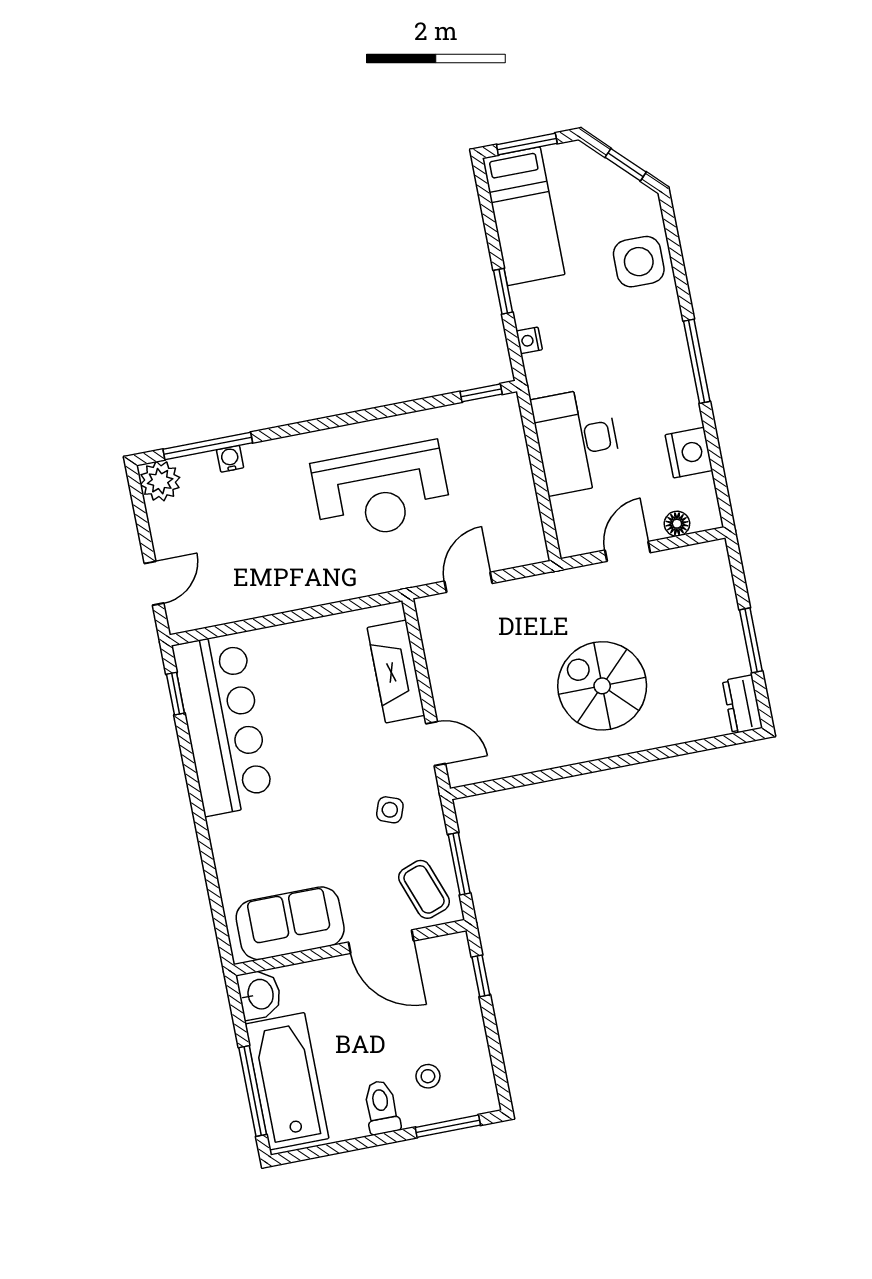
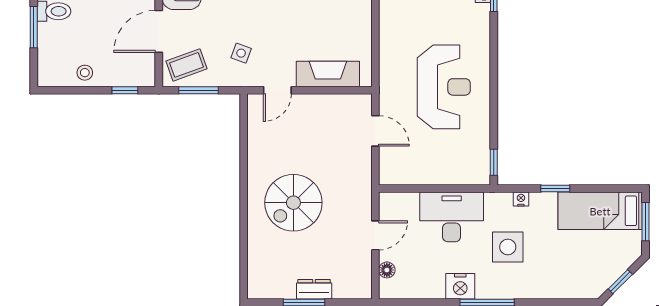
side table: (639, 262) -> (508, 247), moved
nightstand: (689, 453) -> (460, 286), moved
reception desk: (381, 491) -> (444, 87), turned 180
door: (628, 551) -> (375, 235), hinge flipped
spiral stairs: (602, 686) -> (293, 203), turned 180
dresser: (742, 704) -> (314, 289), moved
stool: (428, 1076) -> (85, 73), moved
window: (448, 1126) -> (34, 27), moved

